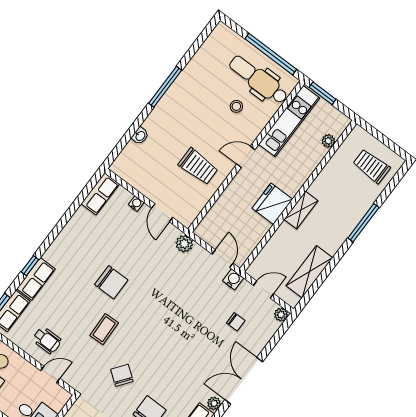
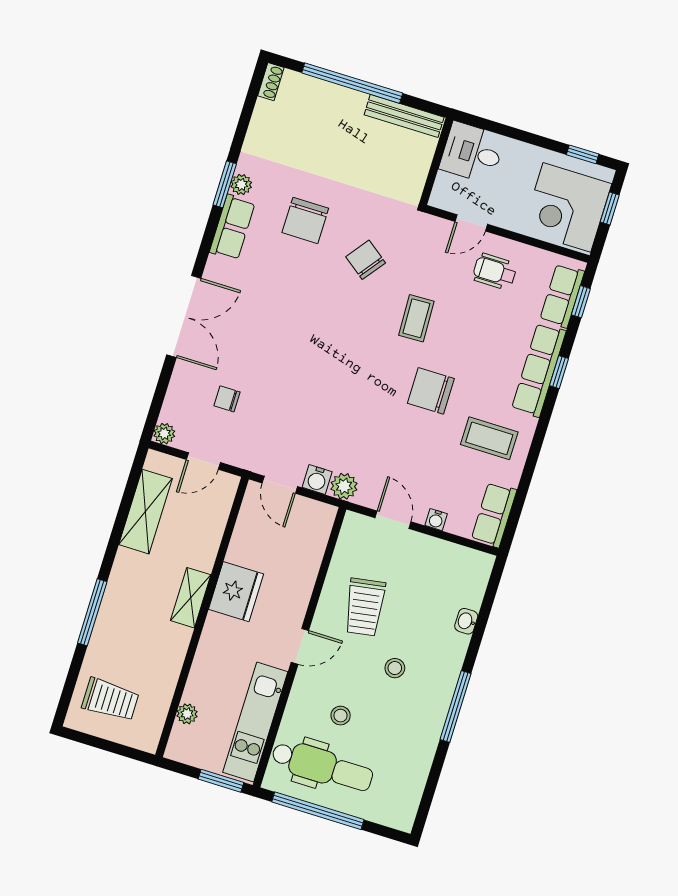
stool: (193, 123) -> (395, 668), added
trolley: (198, 166) -> (365, 607), turned -99
coffee table: (86, 241) -> (489, 438), added
row of seats: (36, 279) -> (539, 370), width x1.48
water cooler: (233, 279) -> (317, 480), moved
chair: (122, 375) -> (366, 260), turned 180
plant: (214, 403) -> (215, 267), removed

